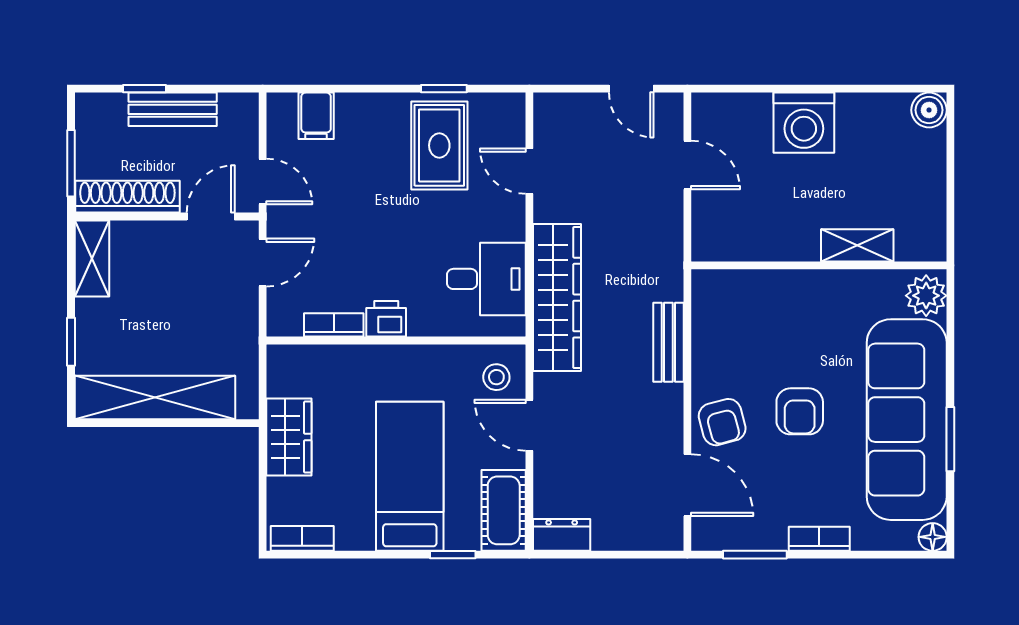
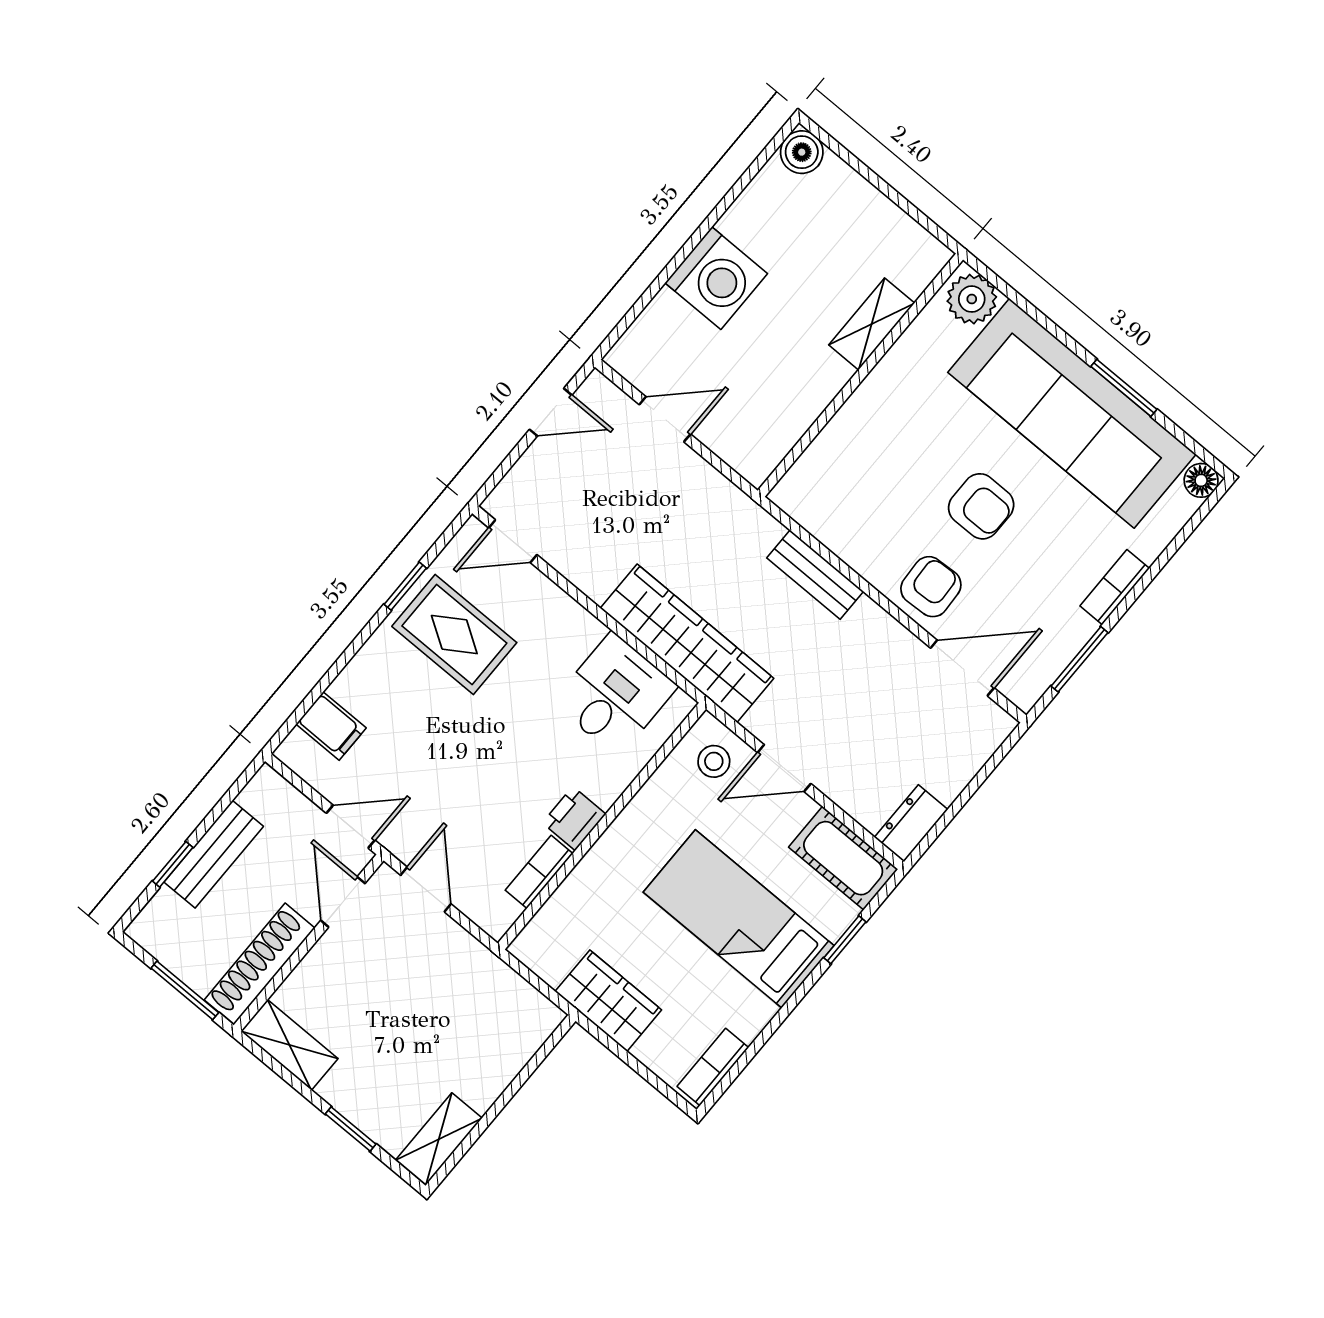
door: (529, 171) -> (513, 541), moved
shelving: (155, 398) -> (439, 1139), width x0.45, depth x0.75
armchair: (722, 422) -> (931, 587), turned -78

